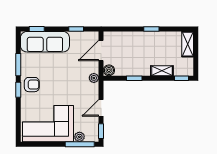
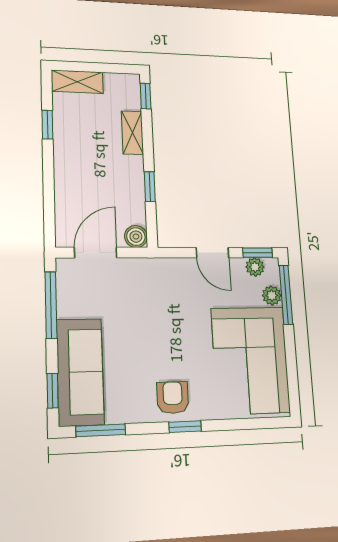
window: (76, 29) -> (51, 305), width x2.17
window: (151, 29) -> (47, 125), moved
door: (101, 51) -> (96, 253), swing flipped
window: (18, 65) -> (101, 430), moved
plant: (94, 78) -> (255, 267), moved

